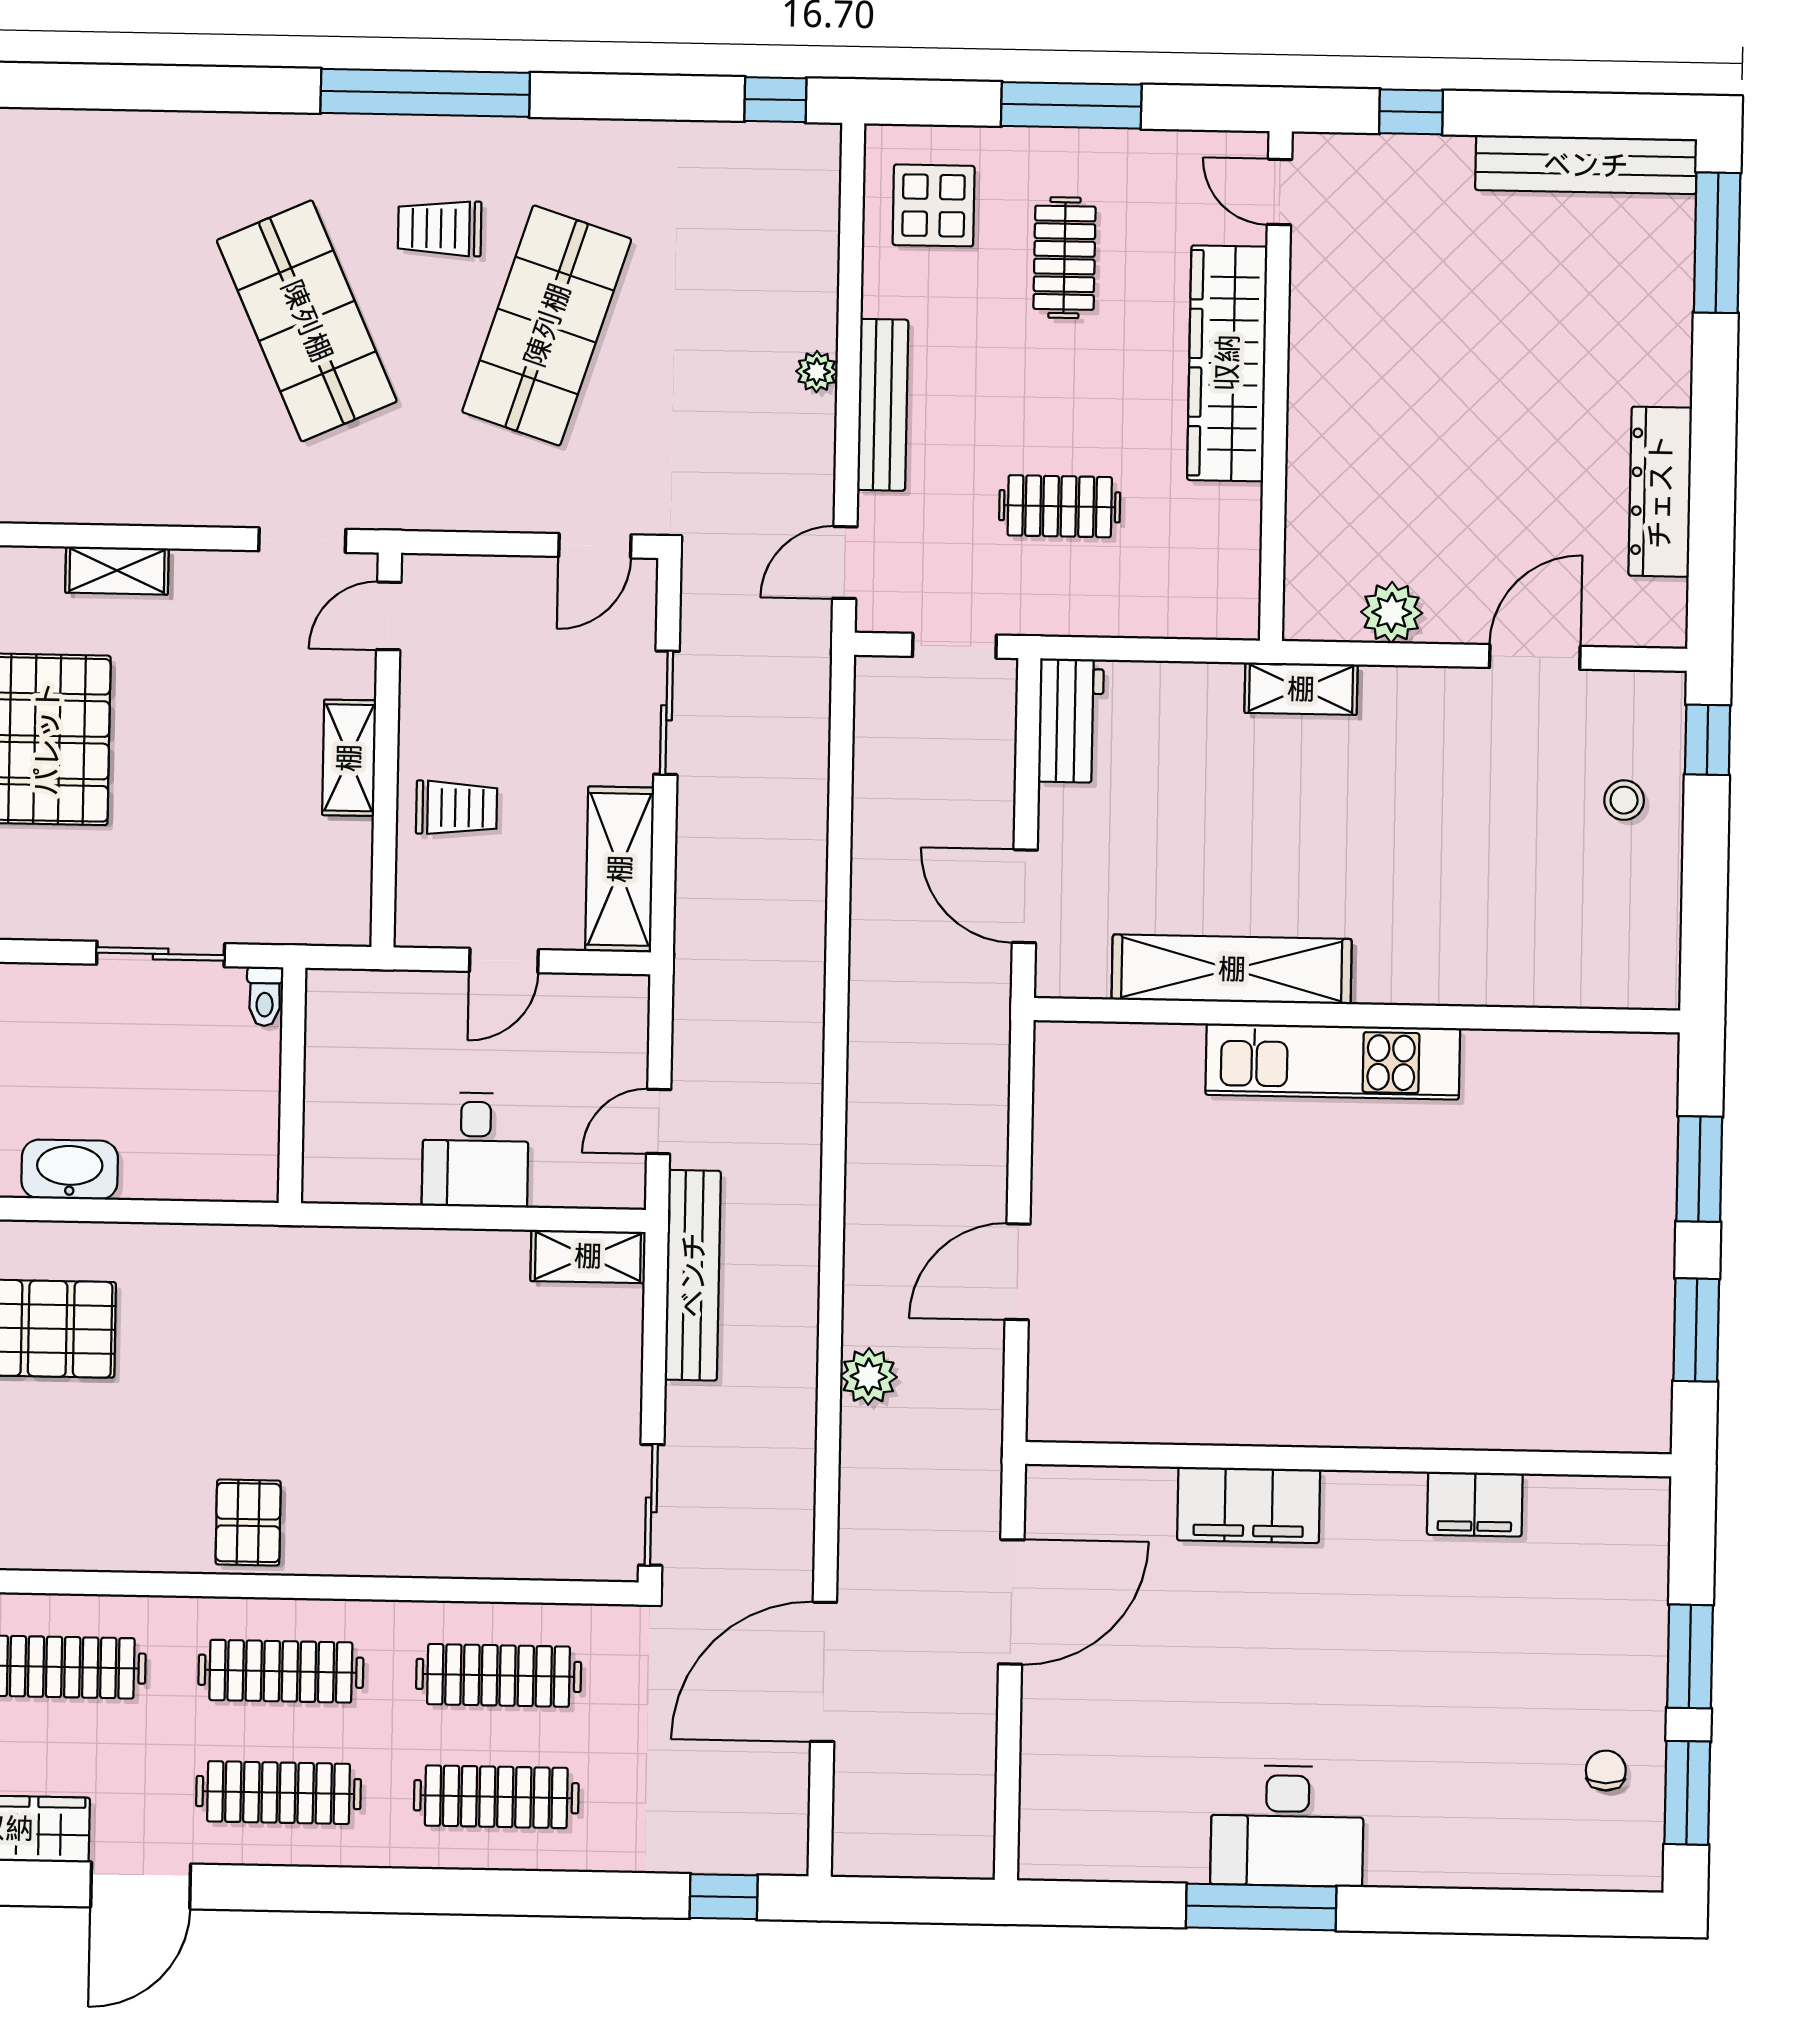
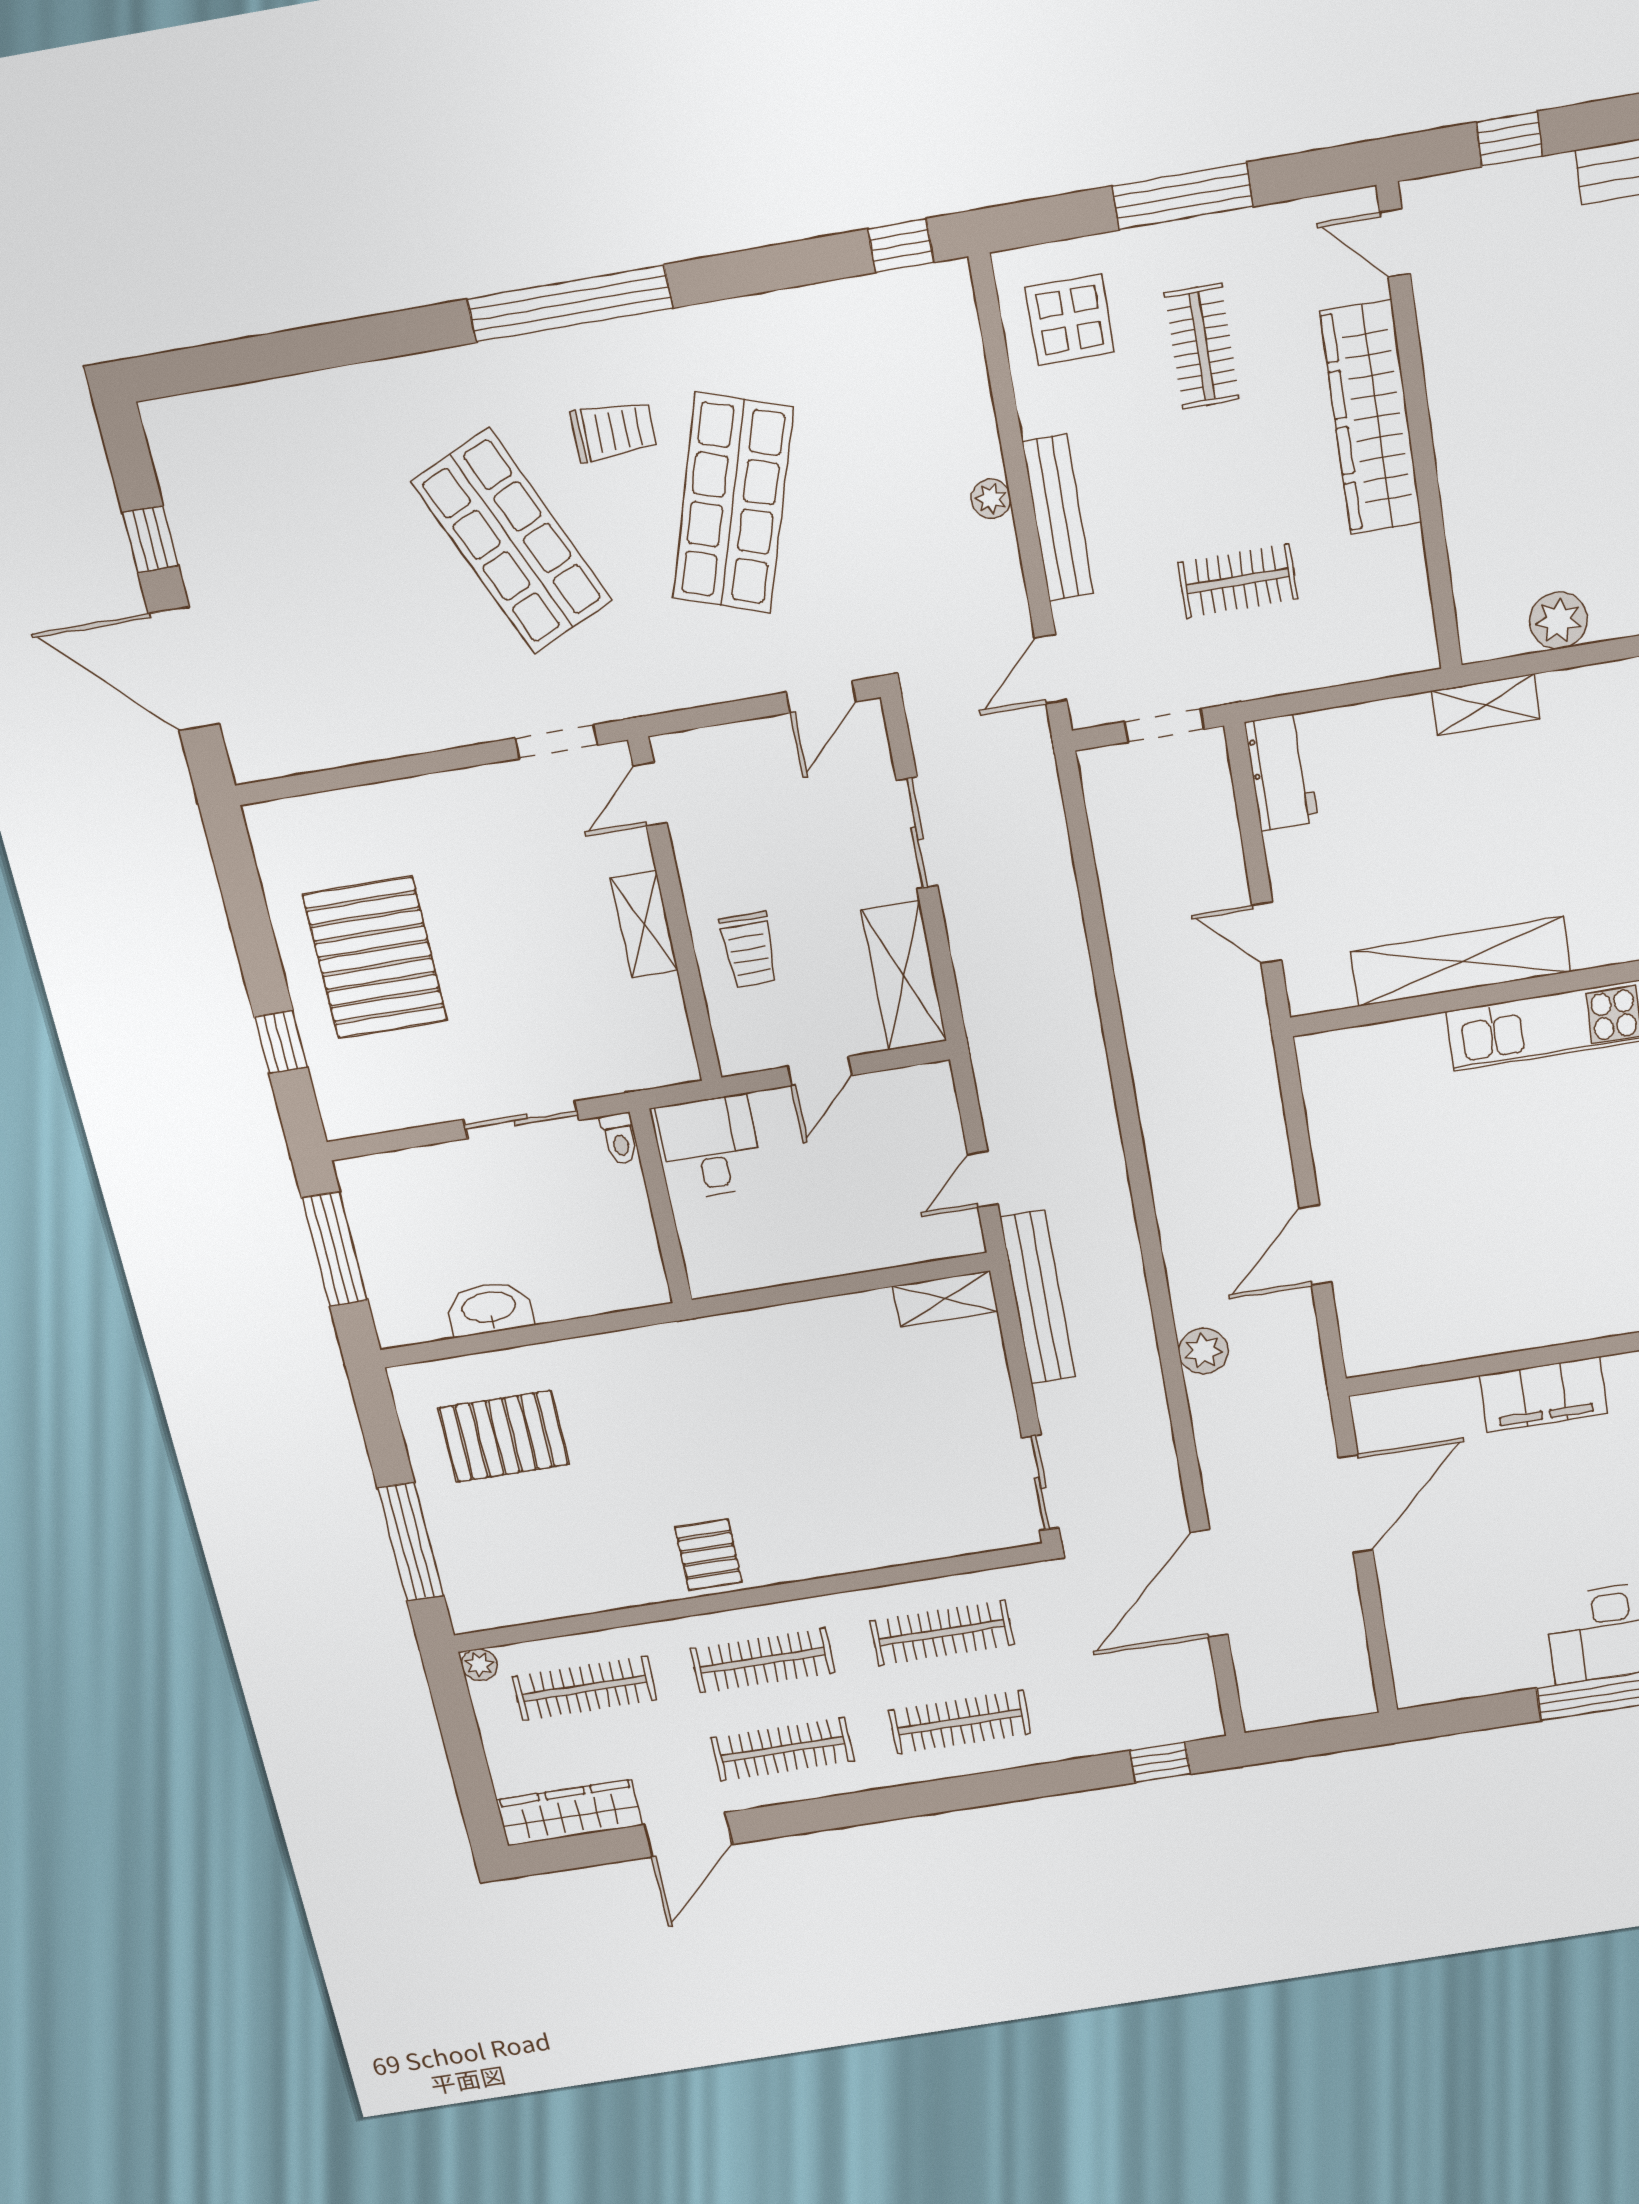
trolley: (440, 228) -> (613, 431), turned 180
shelving: (117, 571) -> (398, 800), removed
trolley: (457, 808) -> (749, 950), turned 90
door: (1025, 896) -> (1267, 933), width x0.73
desk: (475, 1150) -> (710, 1147), moved, turned 180

